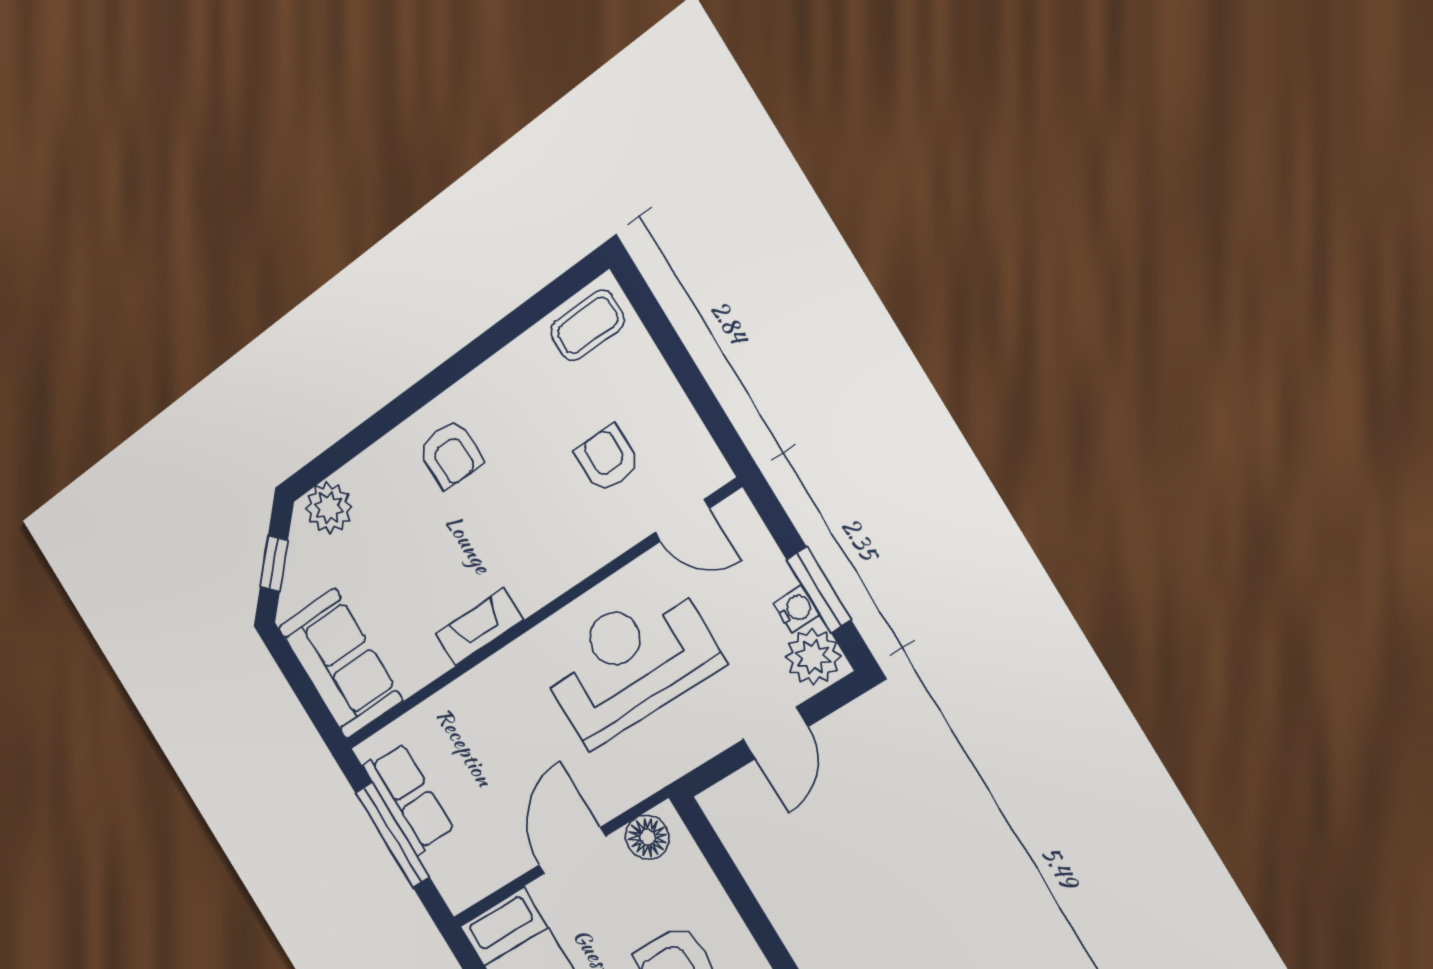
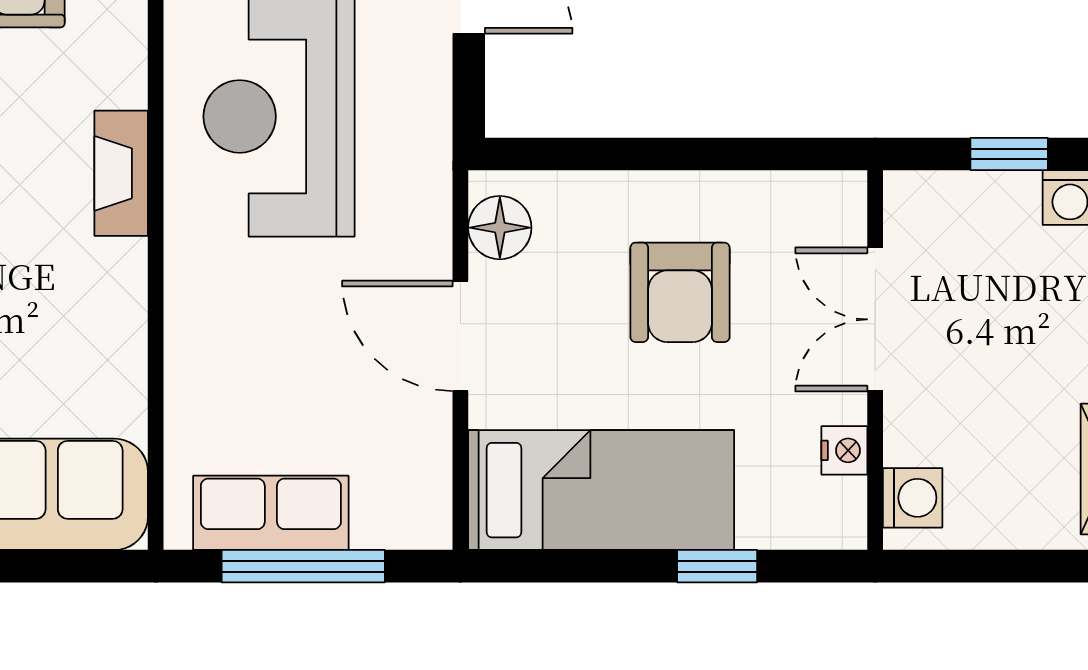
fireplace: (479, 627) -> (121, 173), moved

